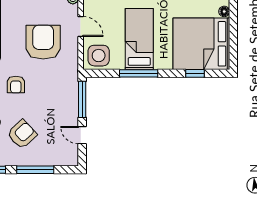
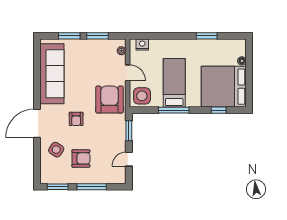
armchair: (43, 42) -> (110, 100), moved
window: (82, 99) -> (129, 131), width x0.69
armchair: (22, 134) -> (81, 158), turned 43
door: (82, 135) -> (129, 159), hinge flipped

